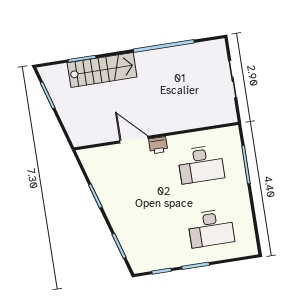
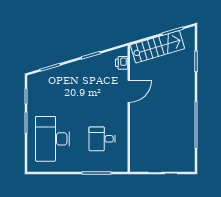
stairs: (102, 70) -> (157, 47), moved, turned -106
printer: (158, 145) -> (122, 63), moved
desk: (201, 164) -> (102, 139), width x0.73
desk: (211, 228) -> (53, 139), width x1.36, depth x1.30

